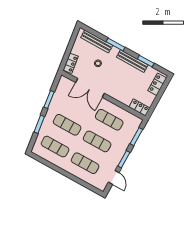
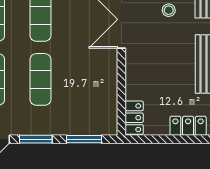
exercise mat: (109, 120) -> (87, 79), removed

